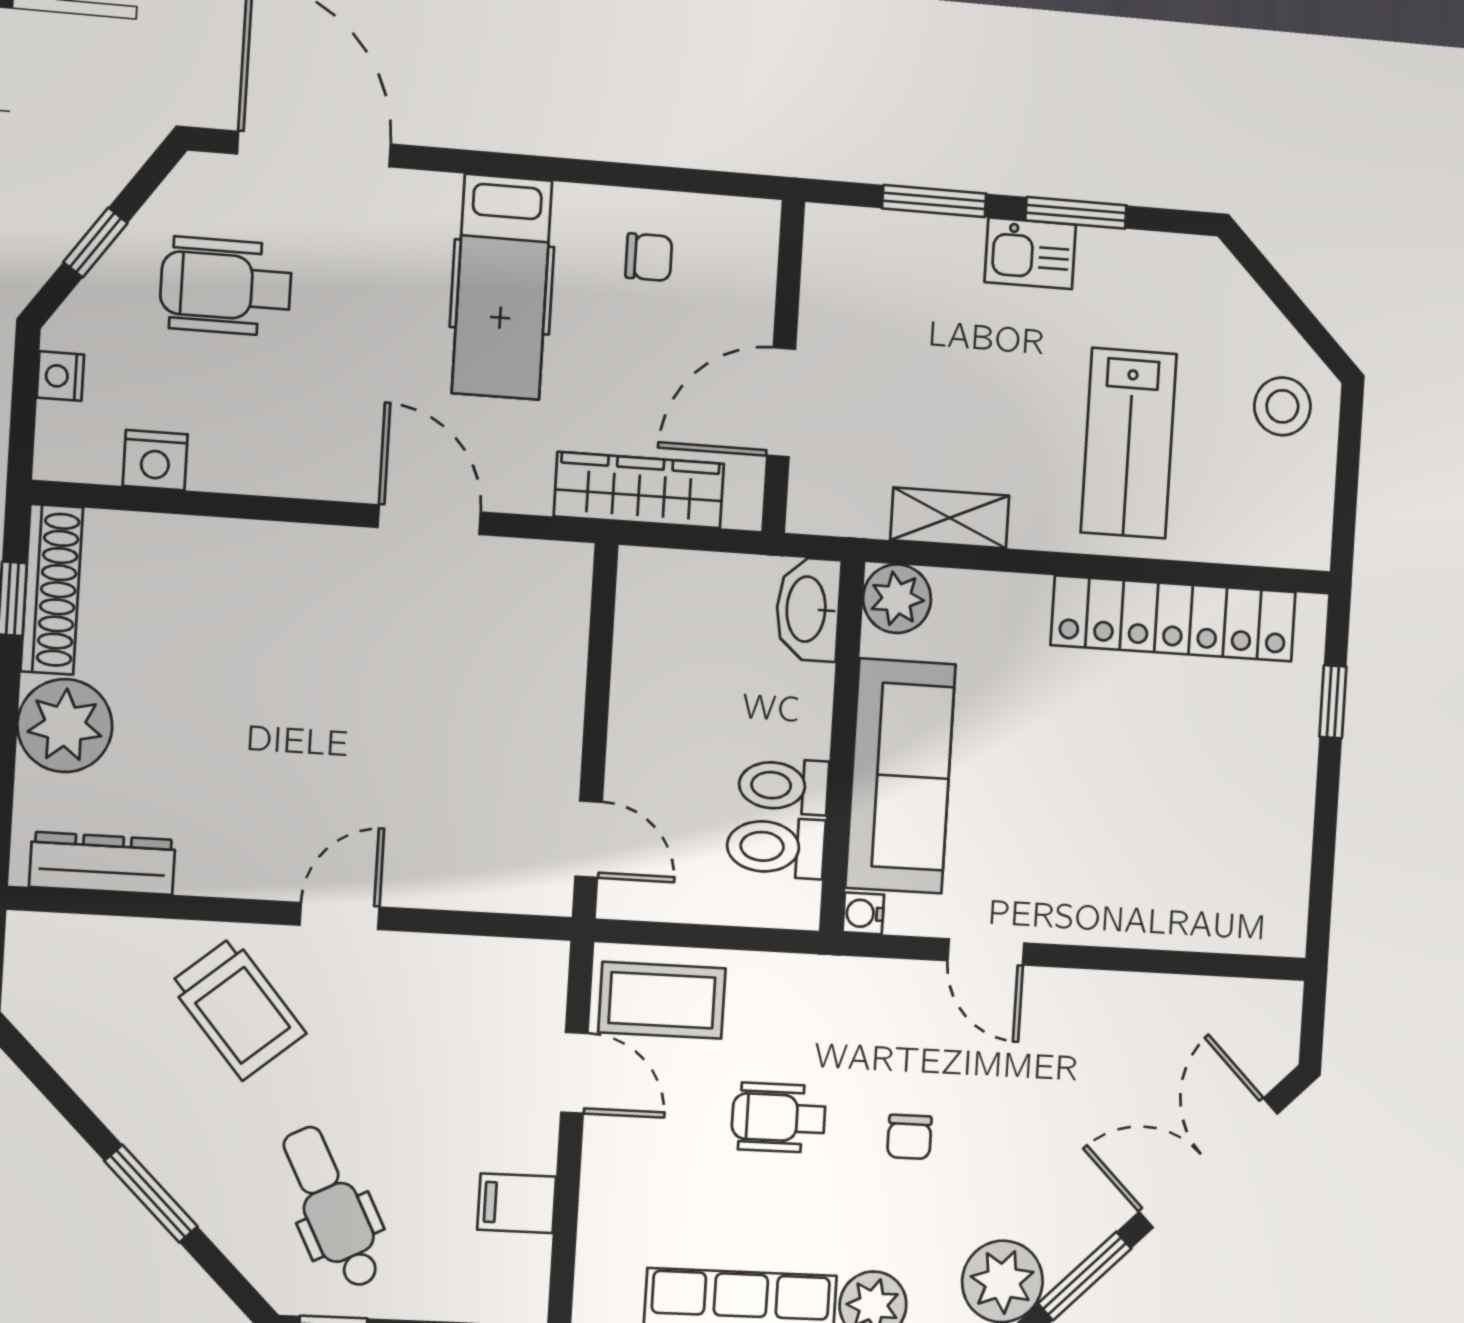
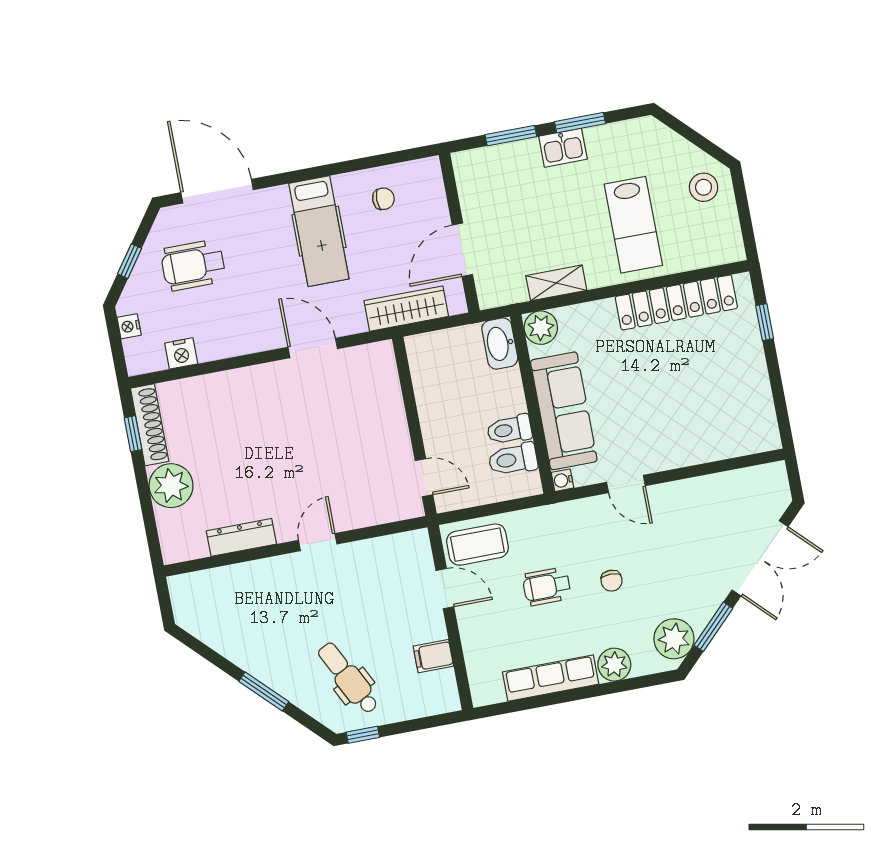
dresser: (102, 863) -> (241, 537), moved
trolley: (238, 1008) -> (282, 596), removed
double door: (1208, 1163) -> (760, 558), swing flipped

